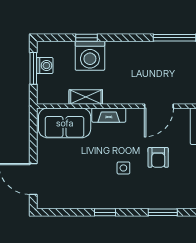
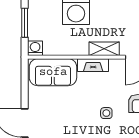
washing machine: (45, 66) -> (35, 48), moved, turned -90
shelving: (86, 97) -> (104, 49), moved

